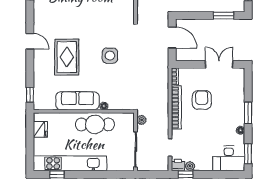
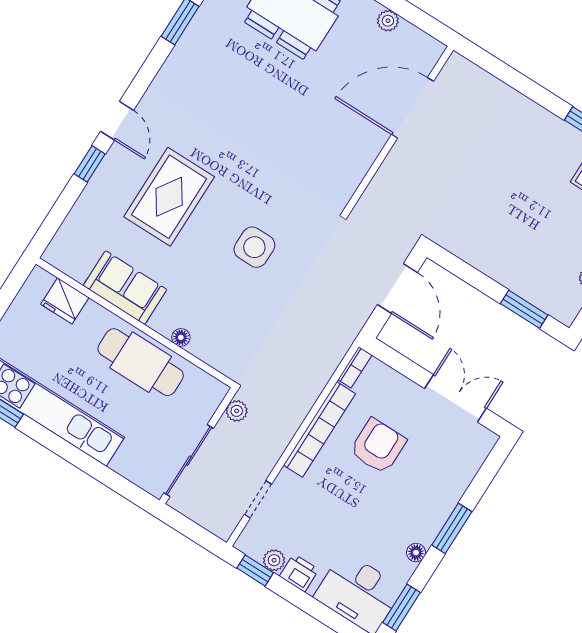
window: (30, 95) -> (90, 164), moved
sofa: (77, 101) -> (125, 288), width x0.73
fridge: (40, 129) -> (65, 301), moved, turned 90
printer: (178, 165) -> (299, 573), moved

